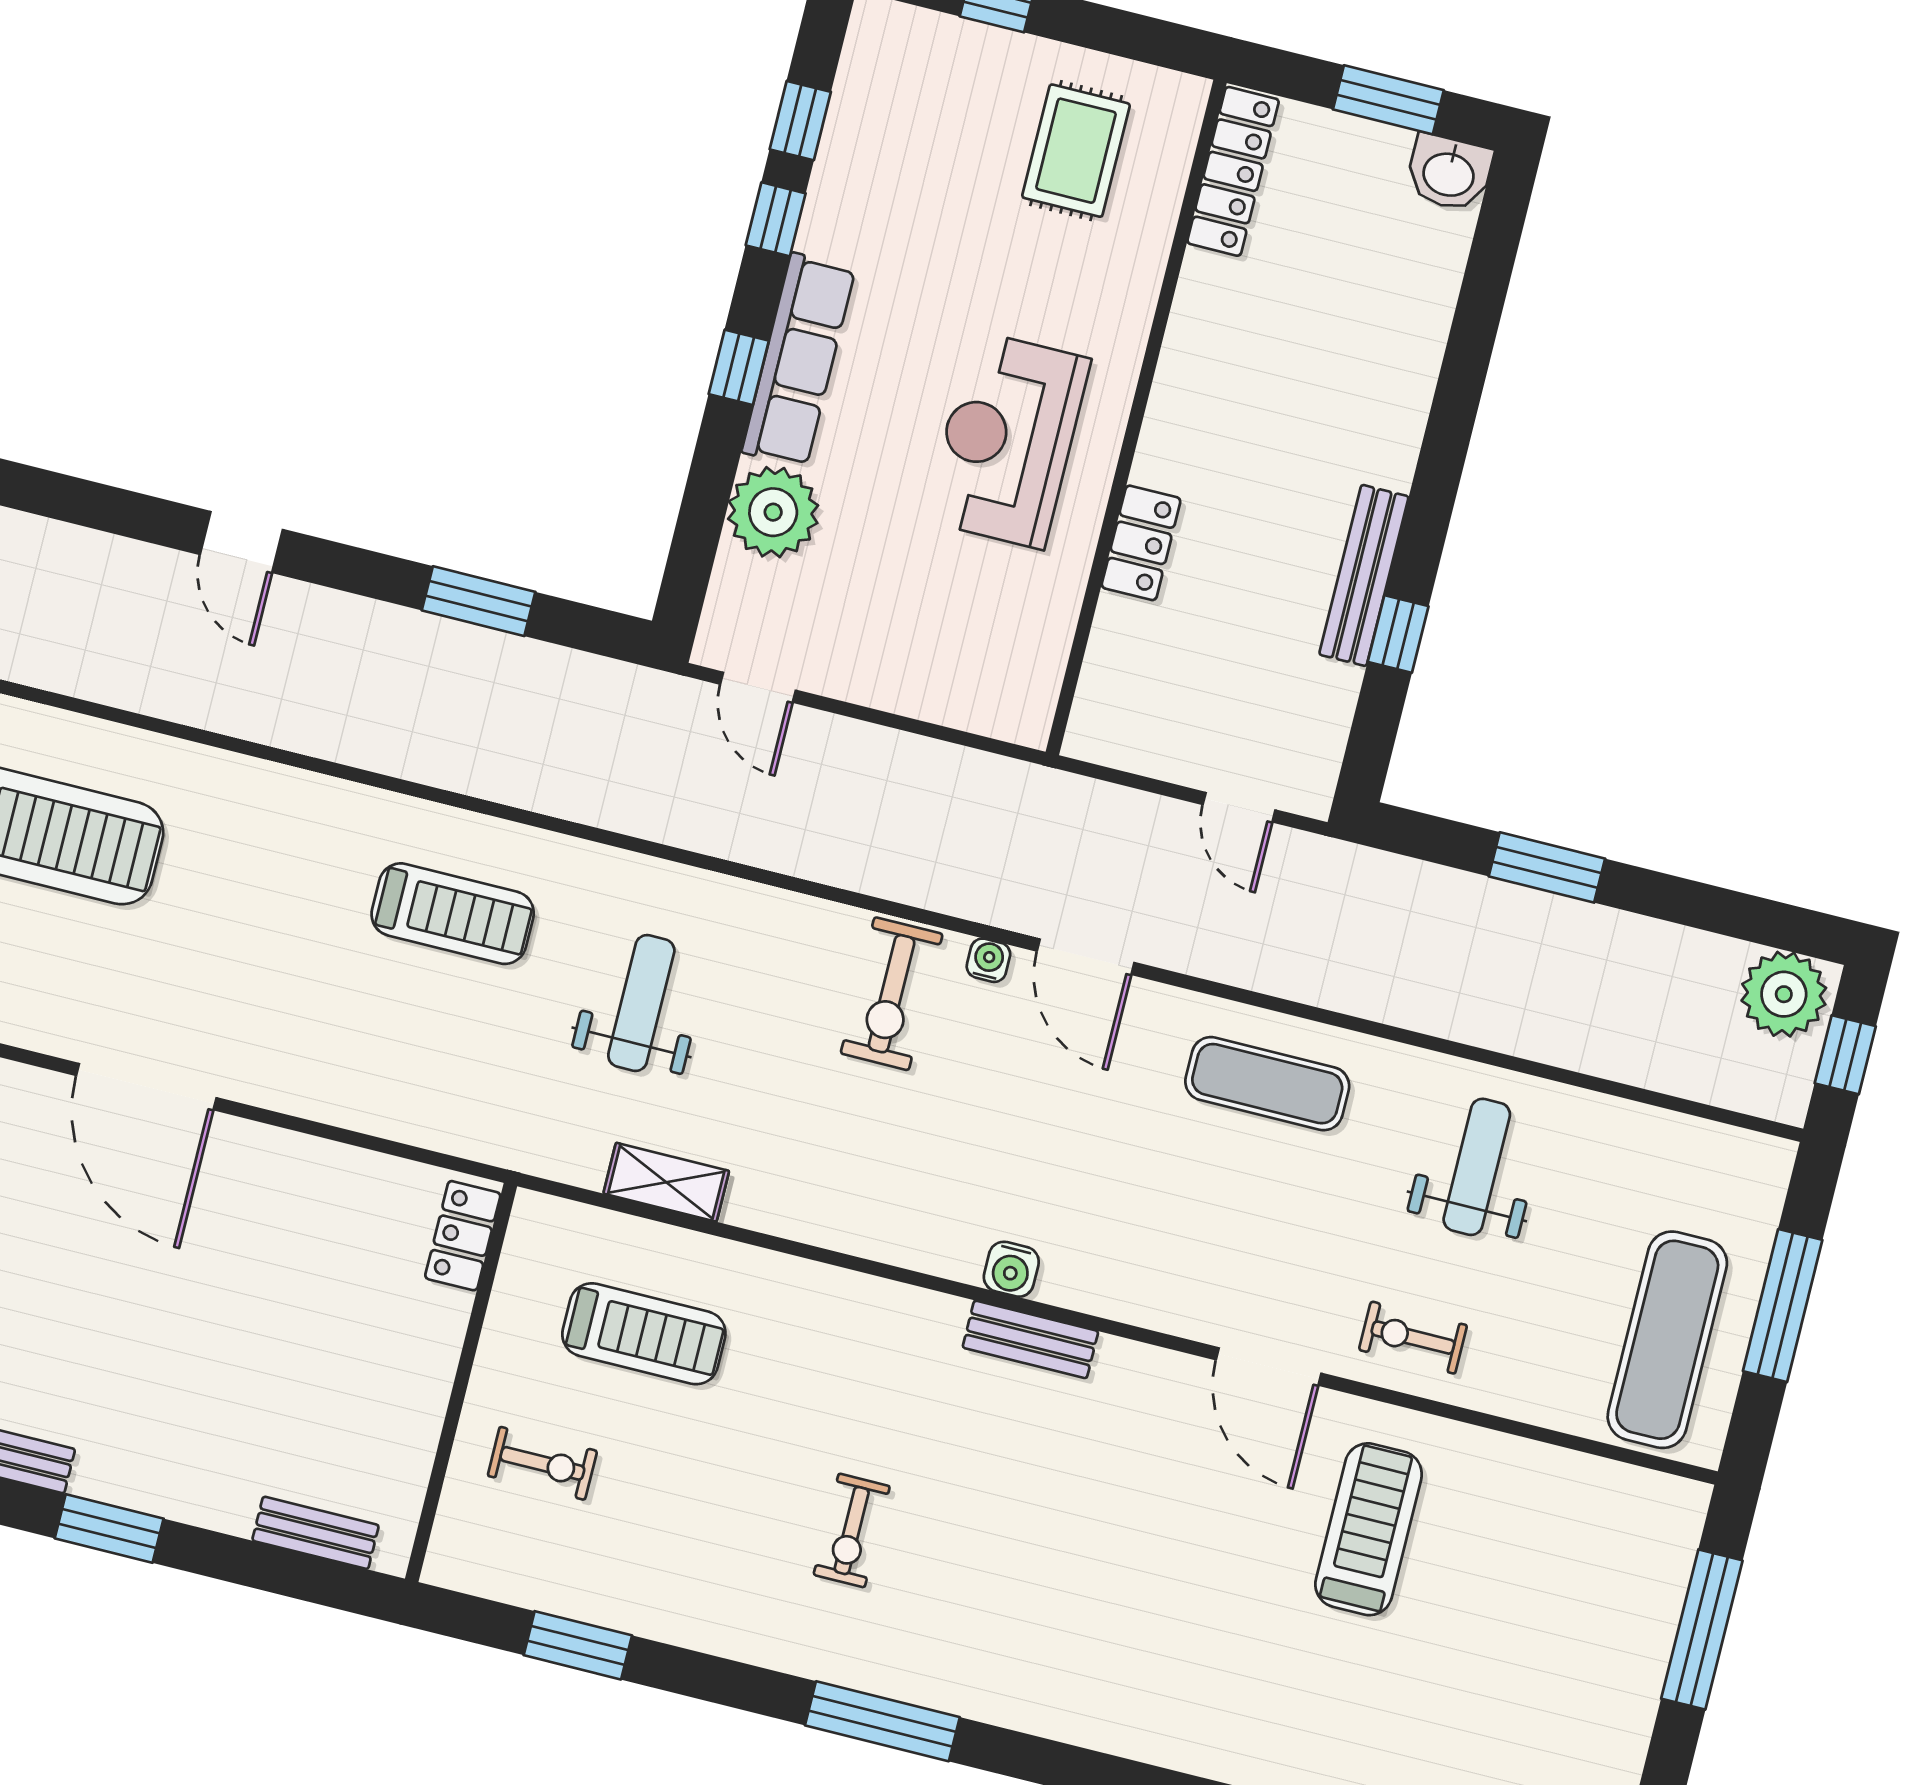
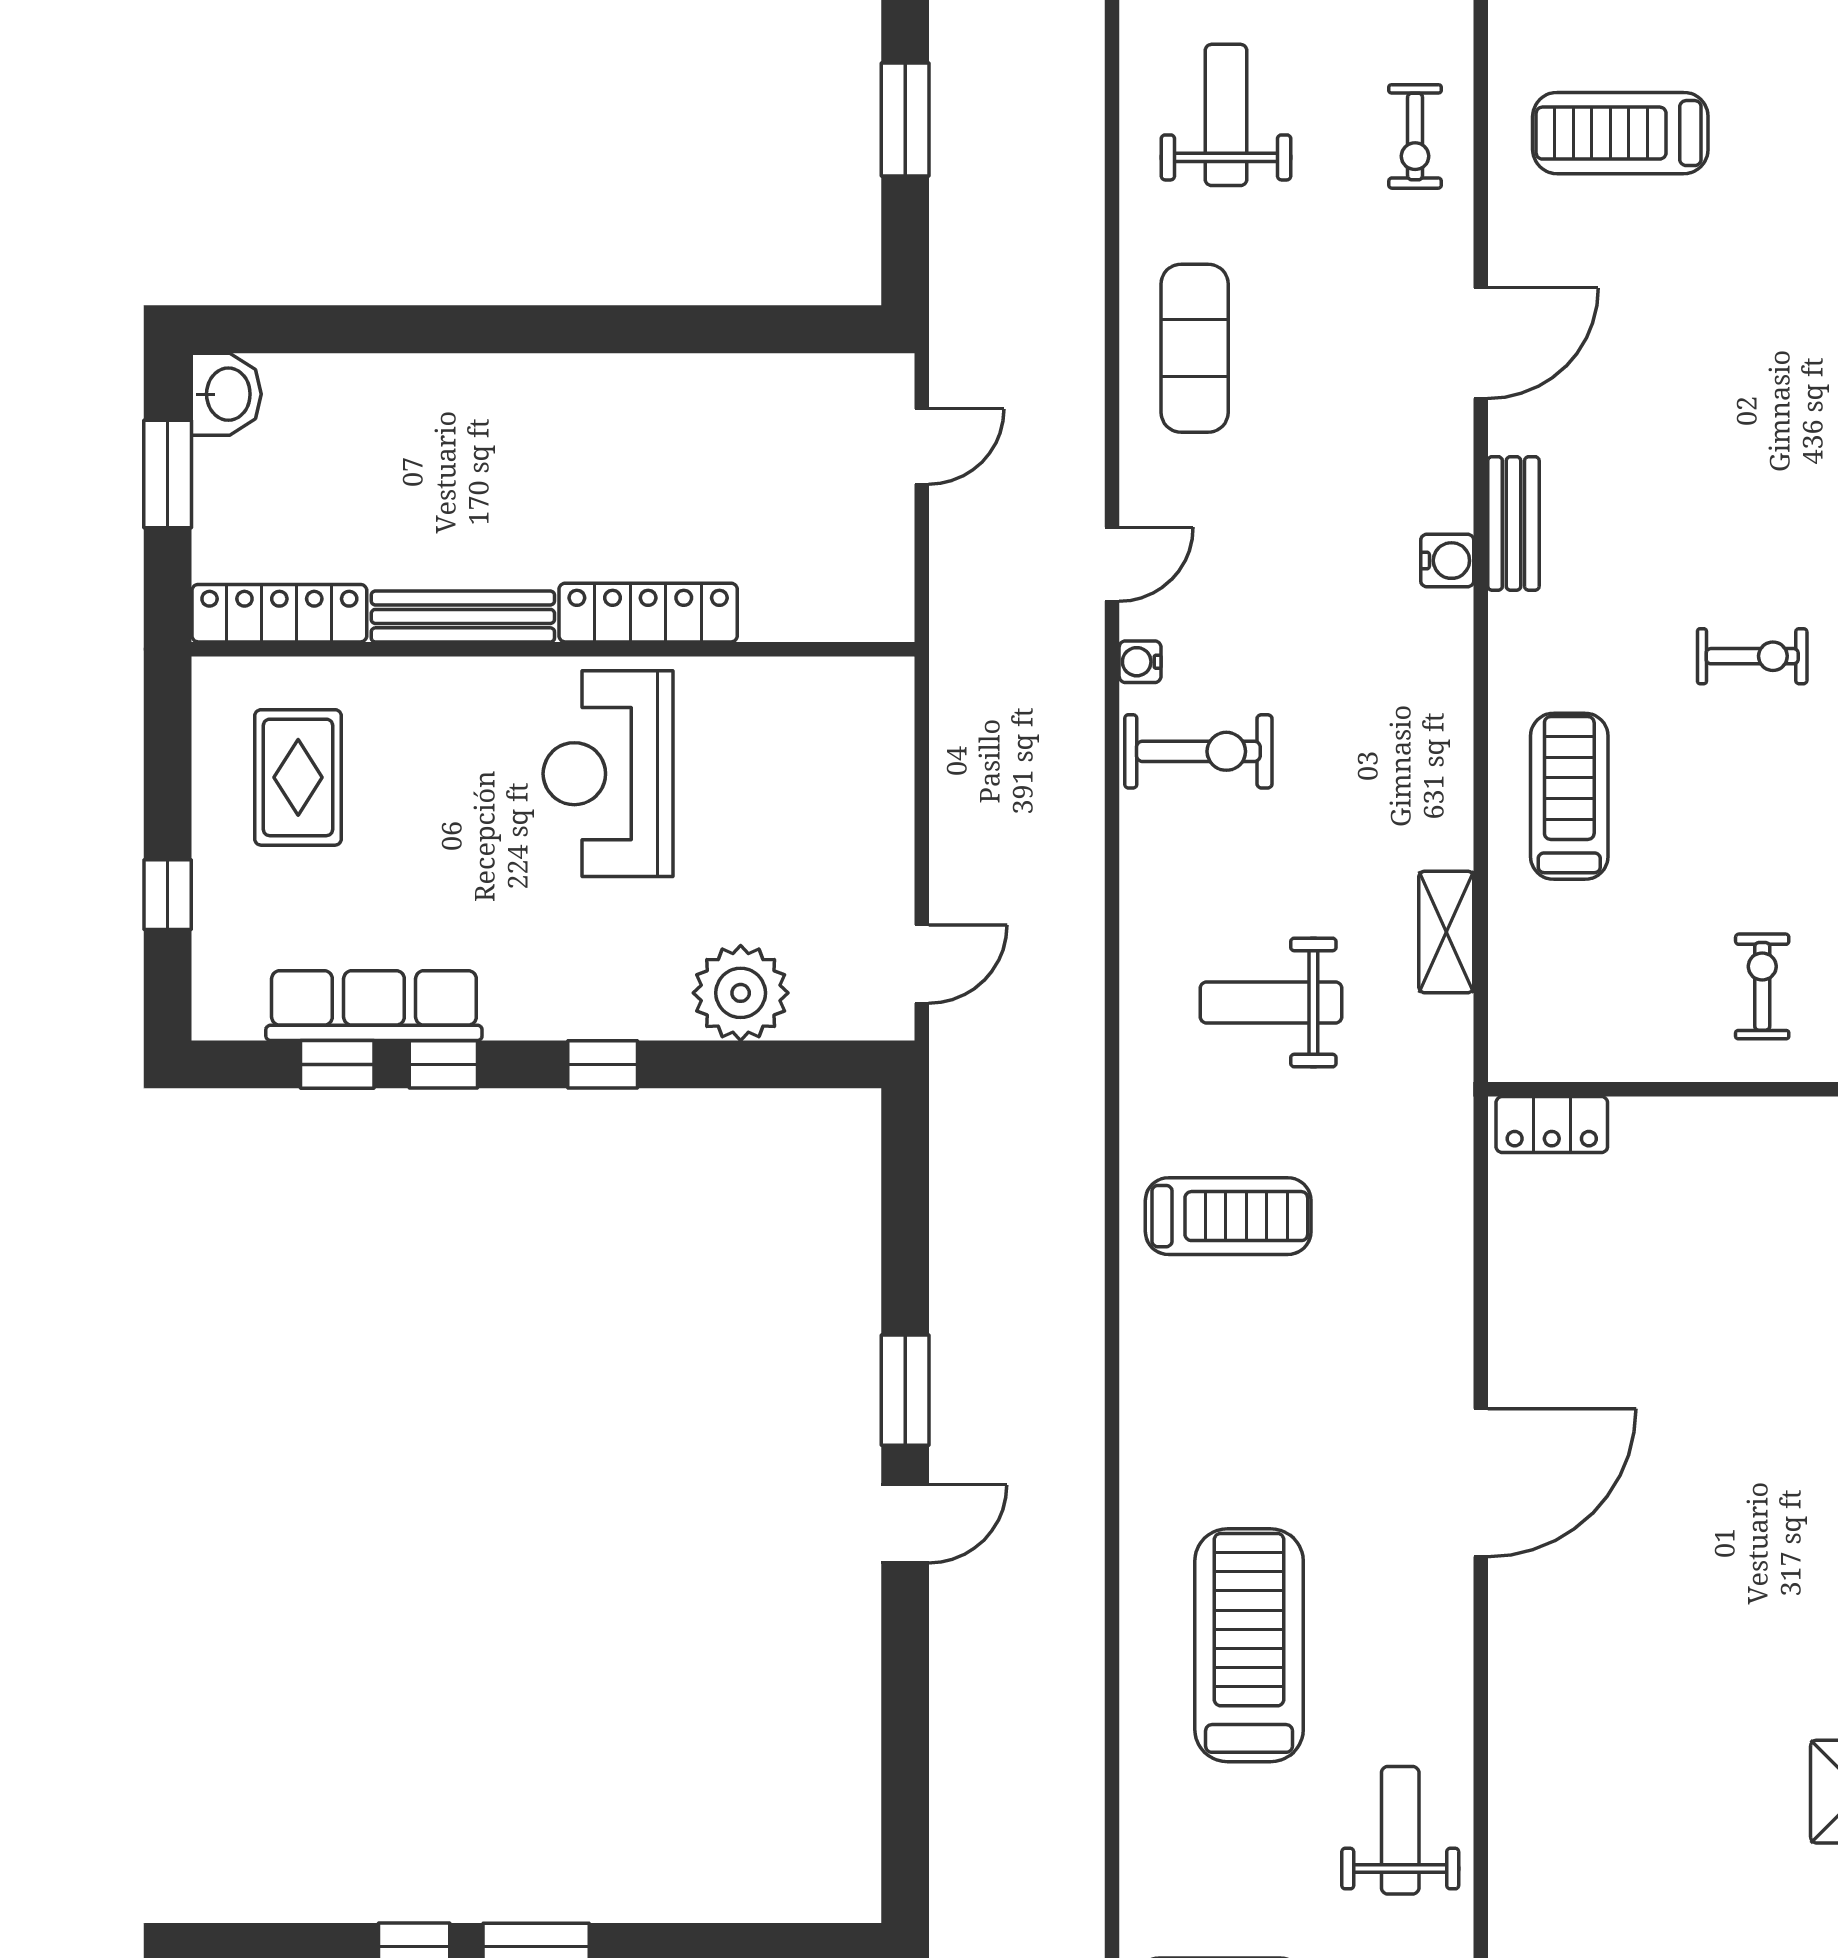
rug: (1076, 151) -> (298, 777), turned 90
row of seats: (799, 360) -> (374, 1006), moved
reception desk: (1008, 440) -> (608, 774), turned 90
locker: (1141, 543) -> (648, 613), width x1.53
bench: (1364, 575) -> (463, 616), moved
window: (479, 601) -> (905, 1390), moved
window: (1398, 634) -> (706, 329), removed
treadmill: (453, 914) -> (1228, 1216), turned 90
door: (1086, 957) -> (1112, 564), width x0.73
weight bench: (1477, 1167) -> (1226, 115), turned 90
treadmill: (644, 1334) -> (1569, 796), moved
door: (1269, 1367) -> (1481, 343), moved

